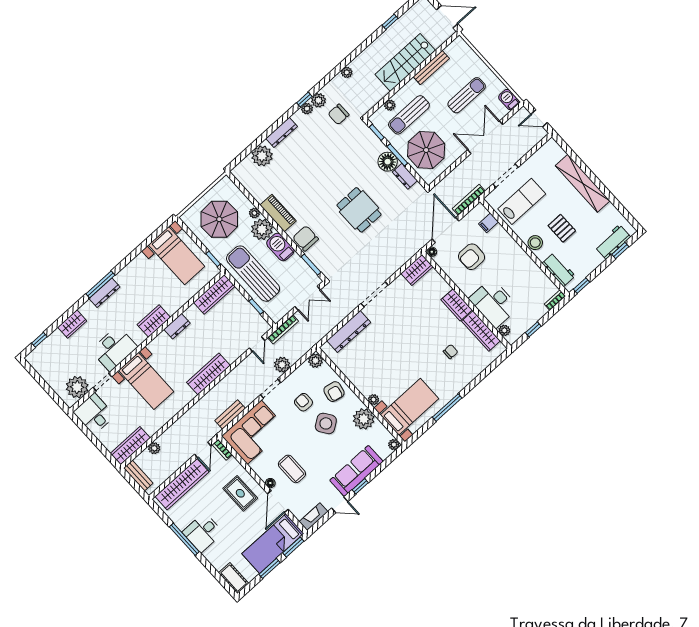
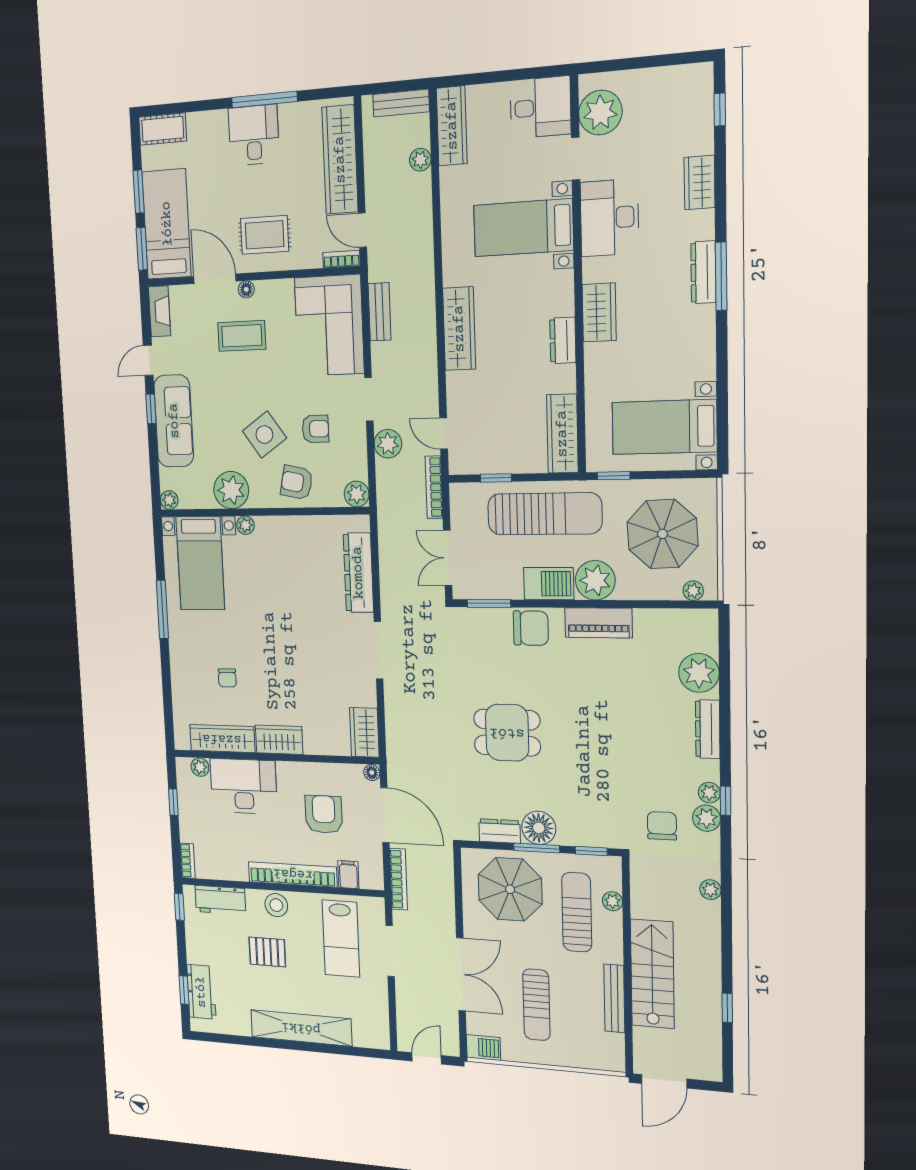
plant: (254, 213) -> (693, 591), moved
bookcase: (513, 247) -> (293, 874), added

